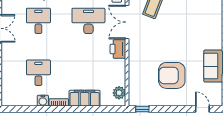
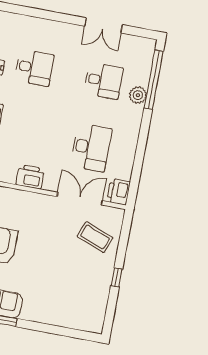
printer: (118, 49) -> (30, 177), moved

